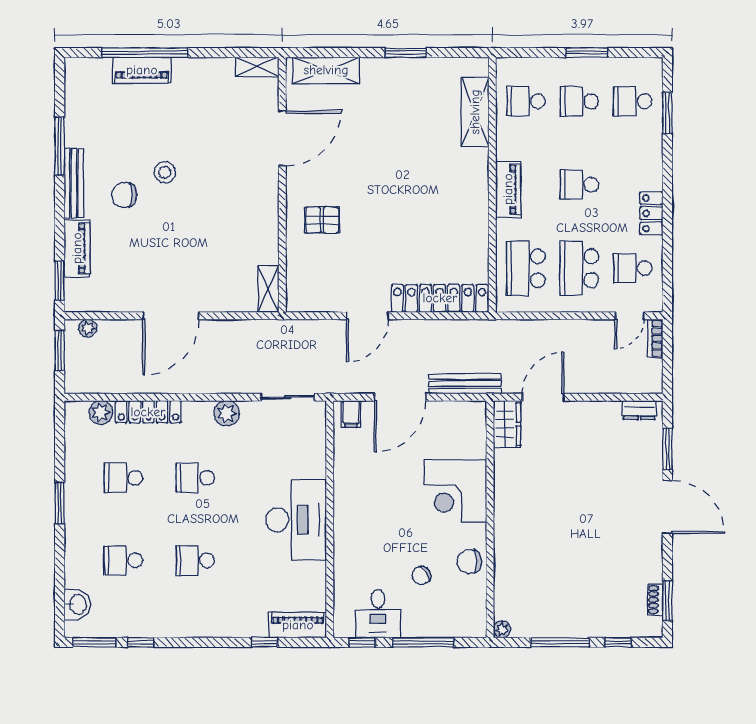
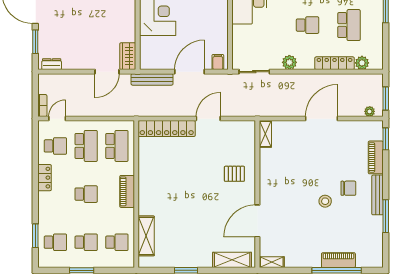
school desk: (123, 478) -> (349, 25), width x1.85

